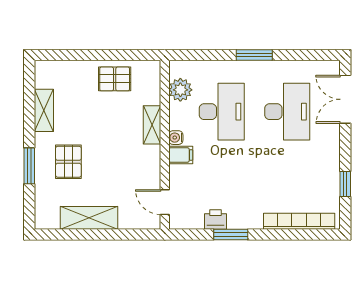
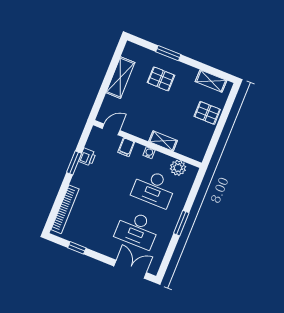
pallet: (115, 79) -> (207, 113), moved, turned 90
shelving: (44, 110) -> (211, 81), moved
filing cabinet: (181, 155) -> (126, 147), moved

